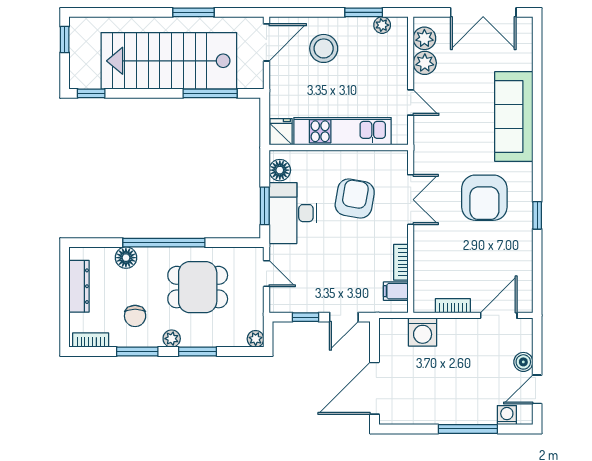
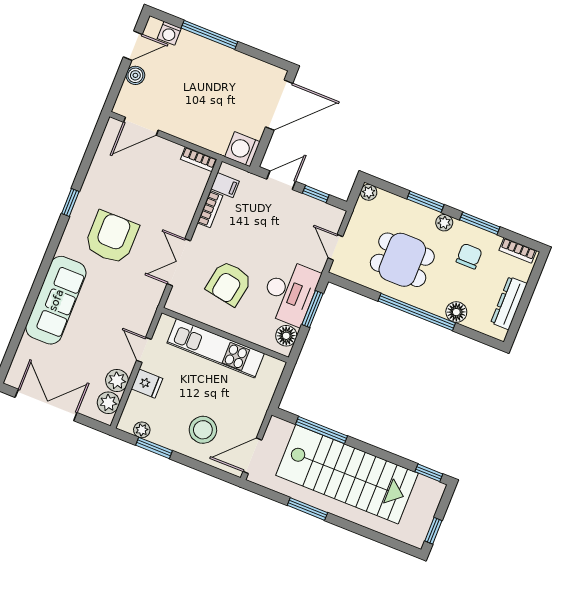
fridge: (281, 132) -> (147, 384), moved, turned -90
bookcase: (453, 306) -> (199, 159), moved
washing machine: (423, 332) -> (242, 149), moved, turned -90

